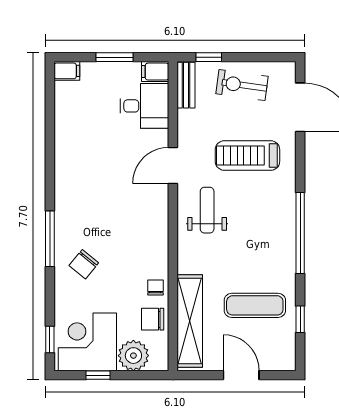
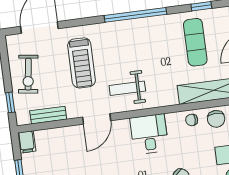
bench: (186, 85) -> (48, 115), moved
desk: (144, 106) -> (149, 134), moved
door: (173, 165) -> (97, 119), hinge flipped

